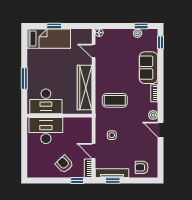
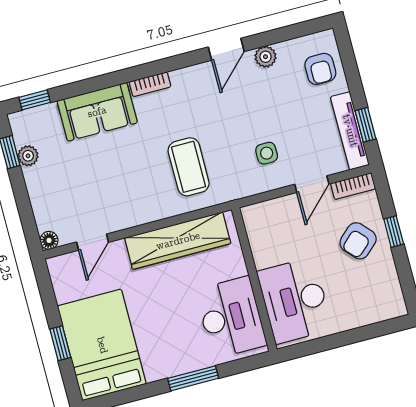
bed: (49, 39) -> (102, 345), width x1.50
plant: (153, 115) -> (266, 57), moved
window: (77, 180) -> (394, 232), moved

